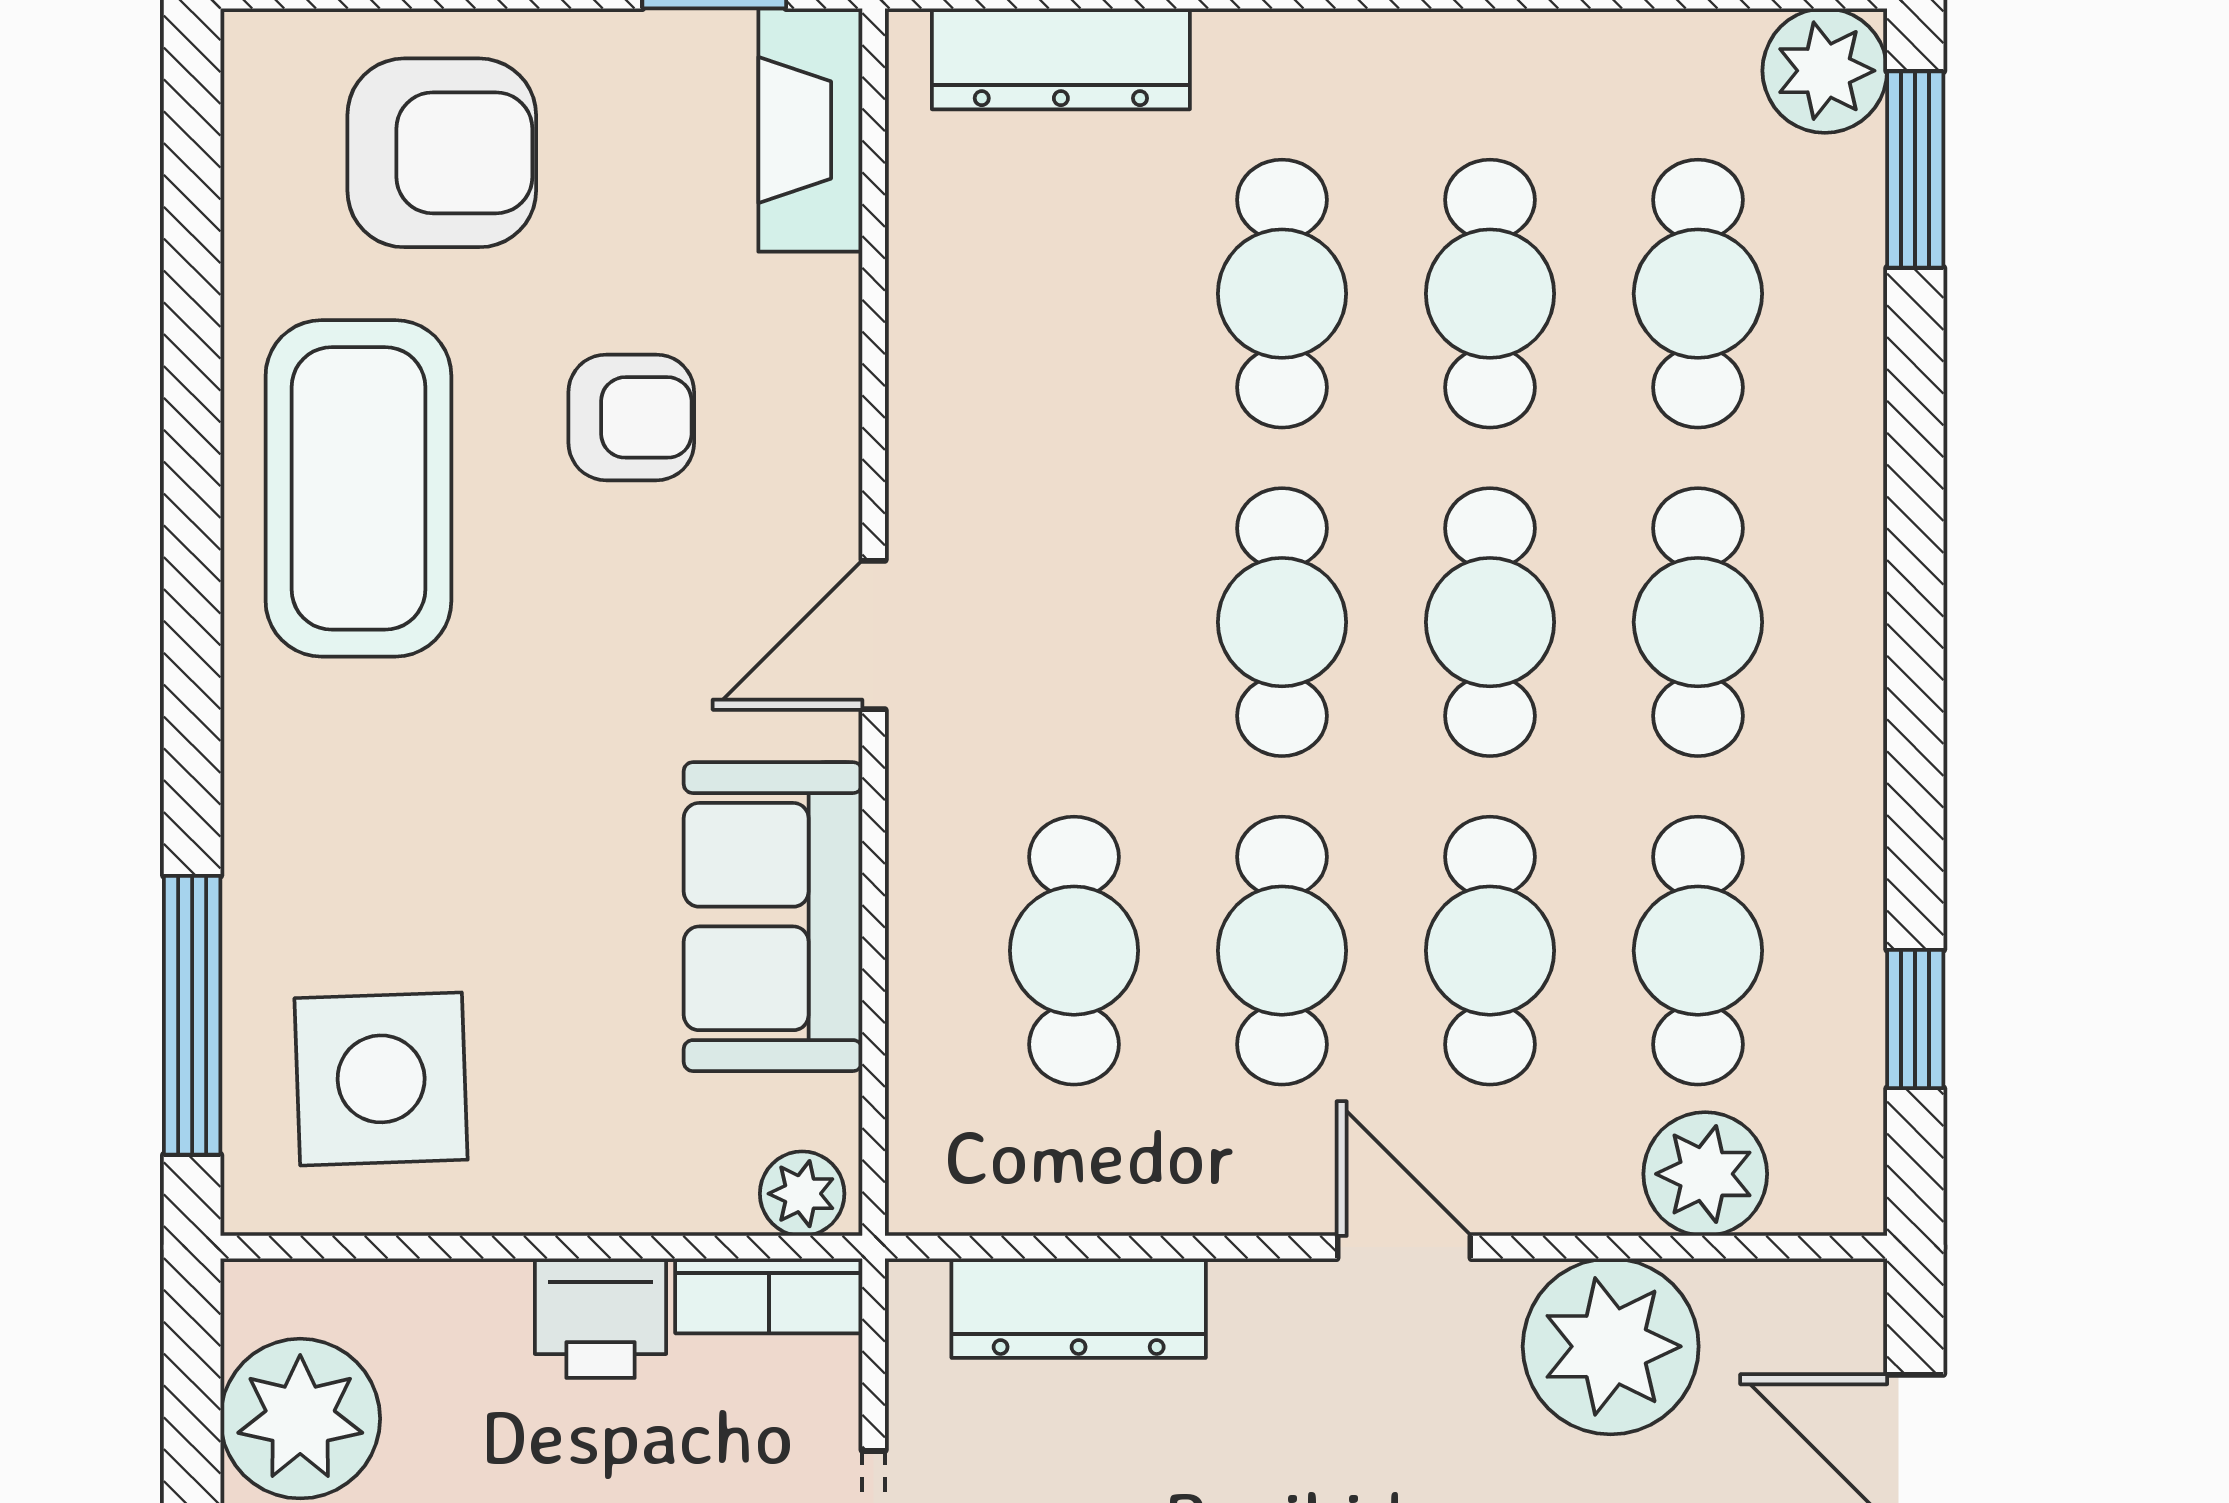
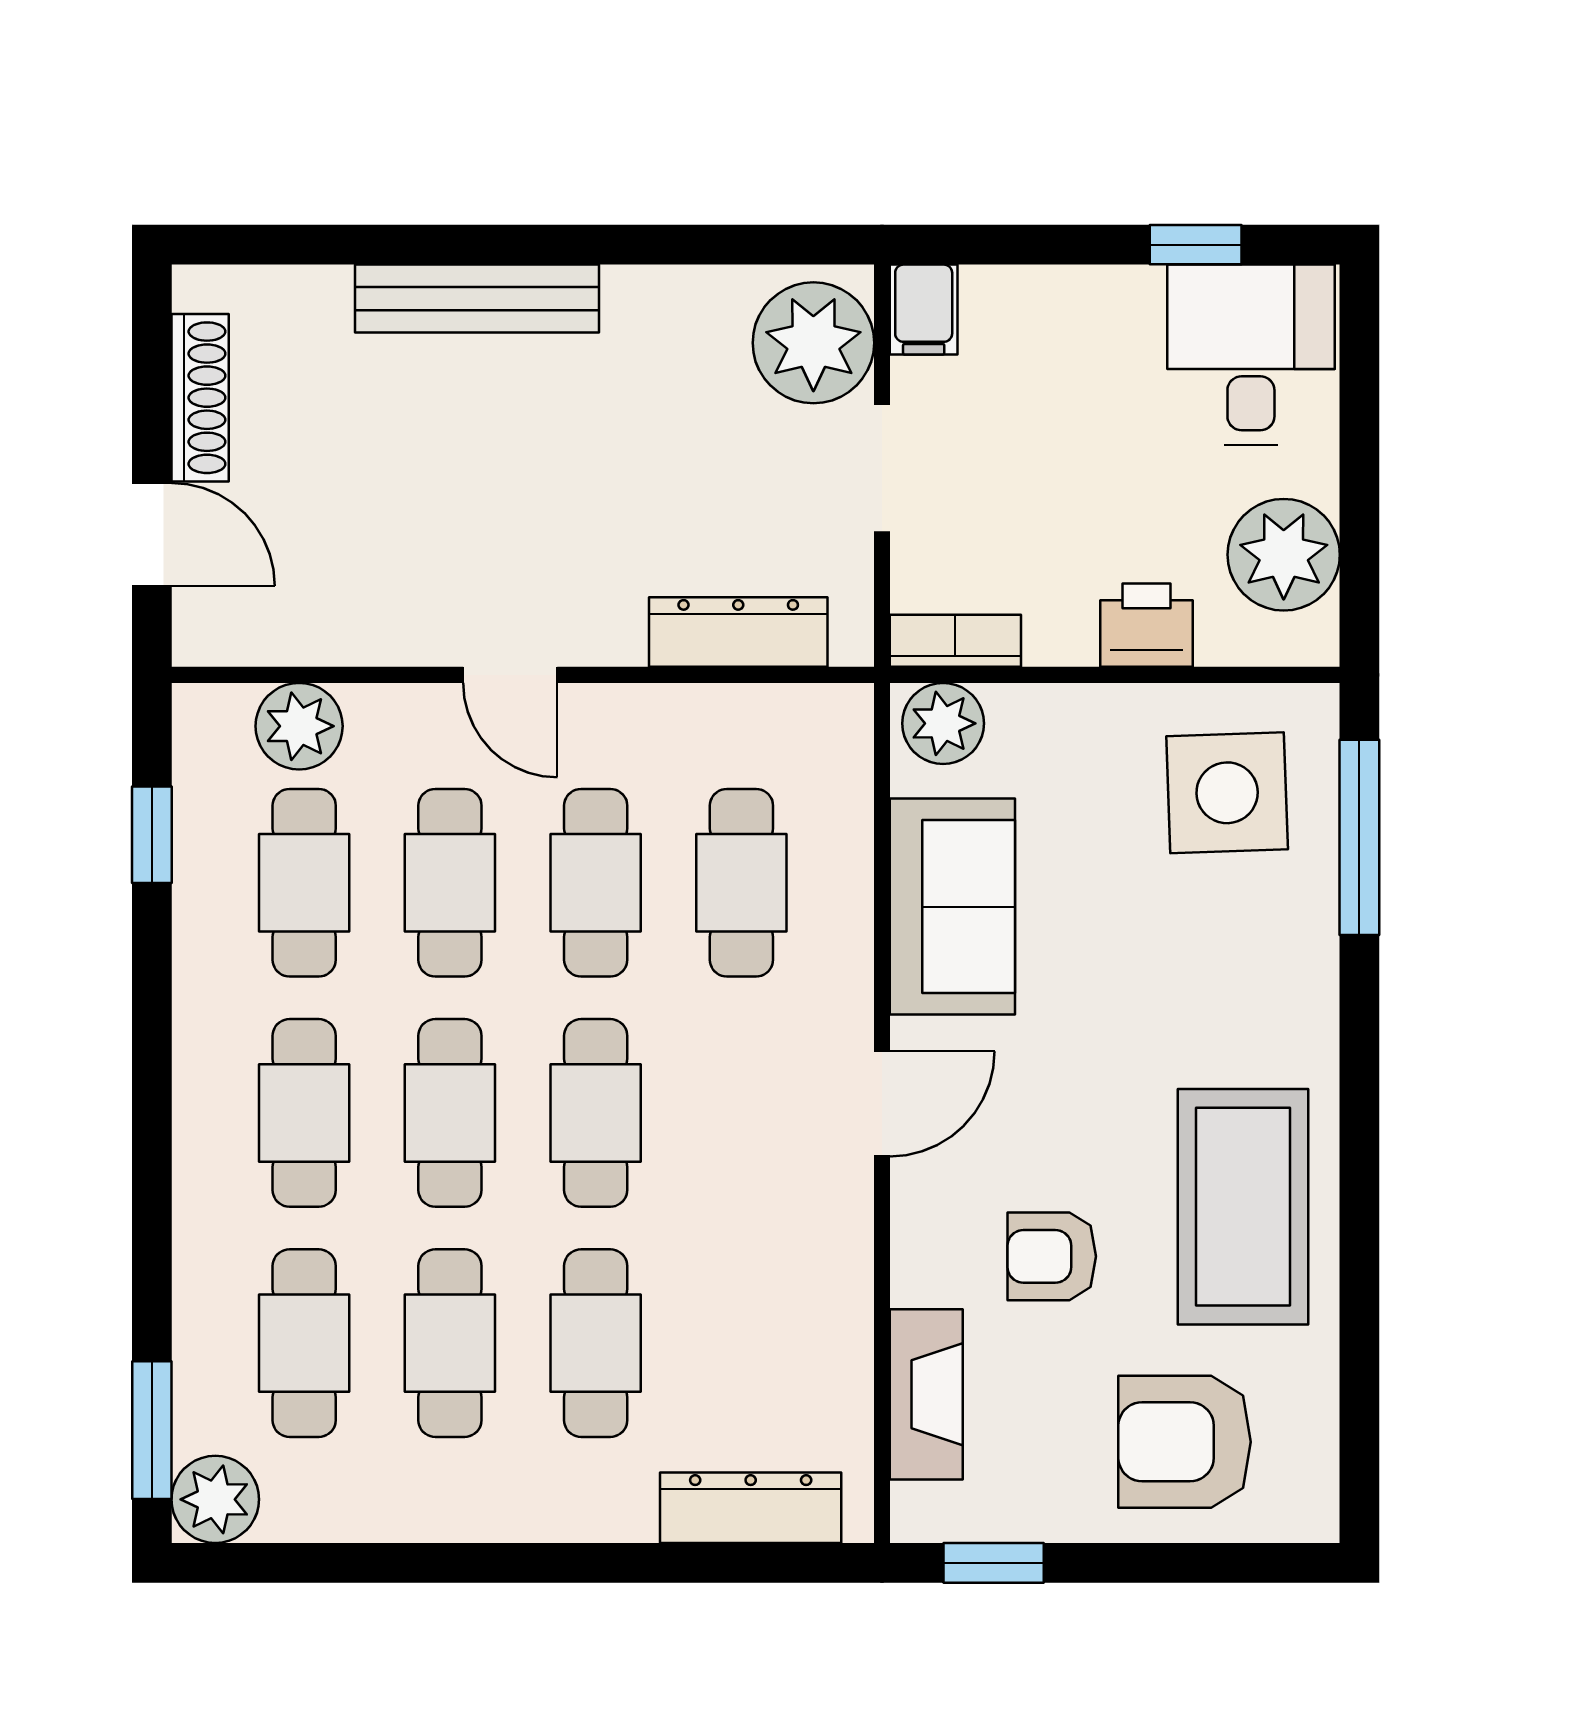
fireplace: (810, 130) -> (926, 1394), moved
plant: (802, 1194) -> (943, 723), width x1.38, depth x1.38
printer: (600, 1318) -> (1147, 625), moved
plant: (1611, 1346) -> (365, 605), removed

